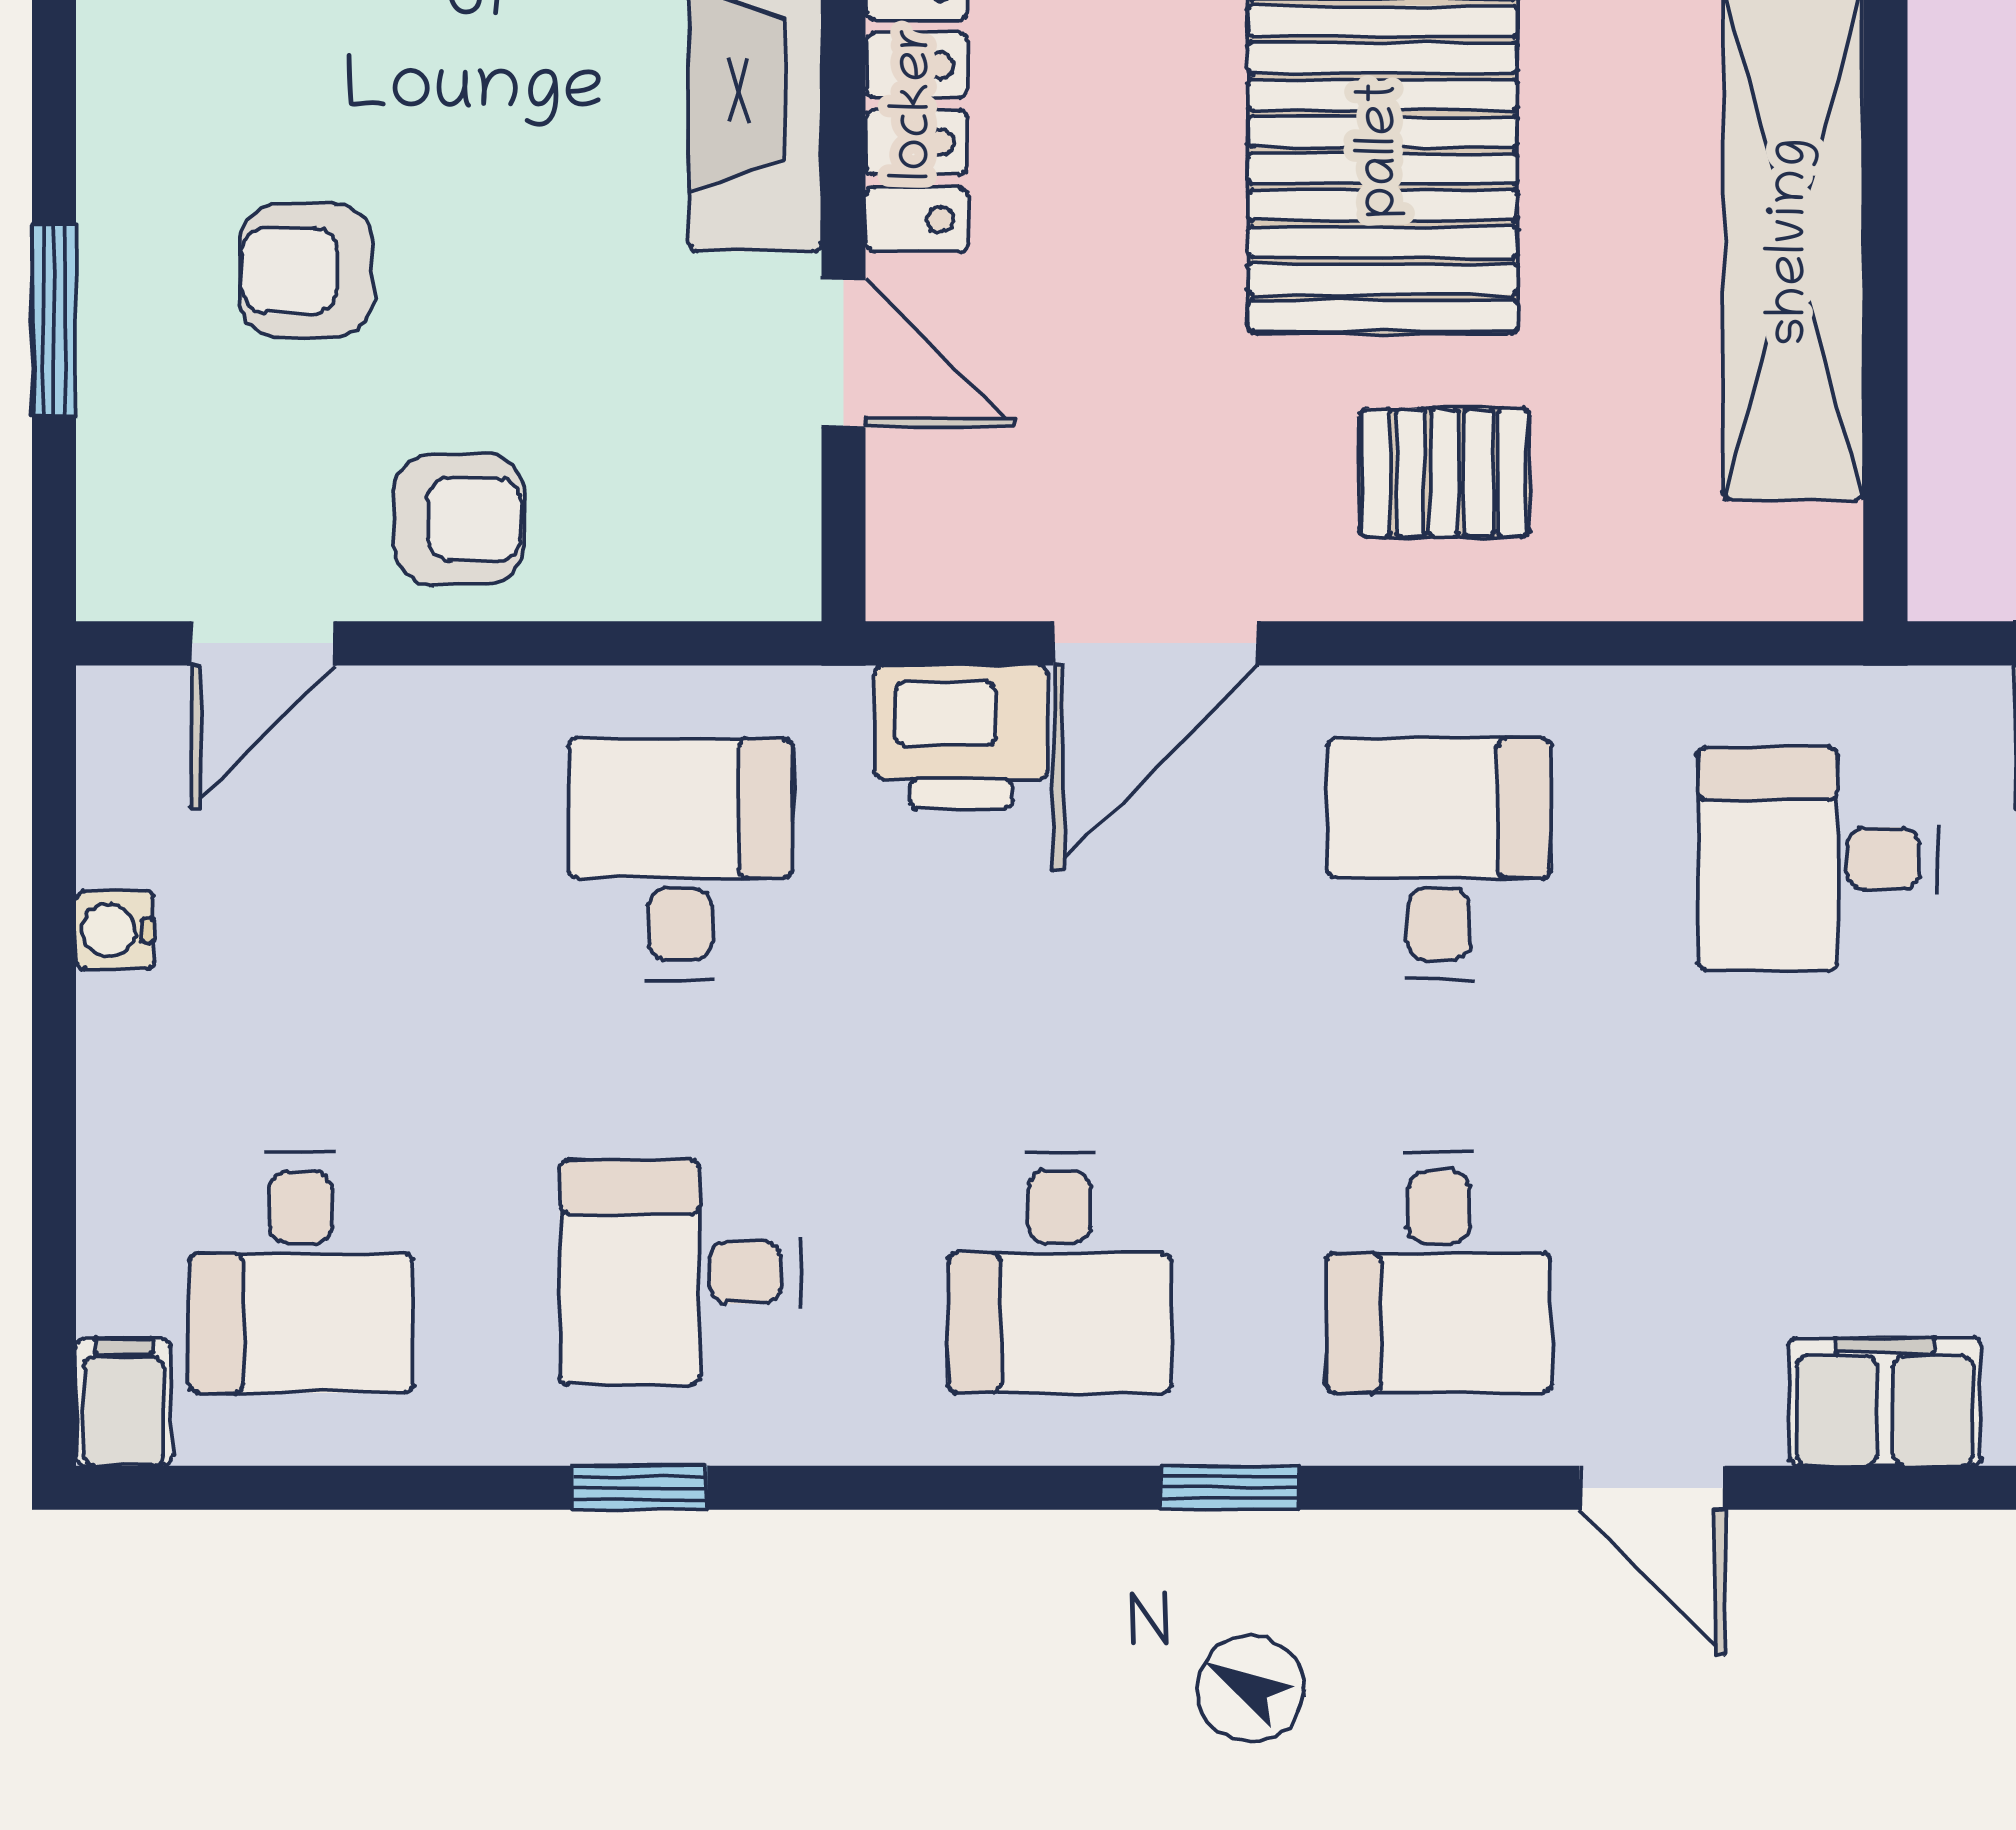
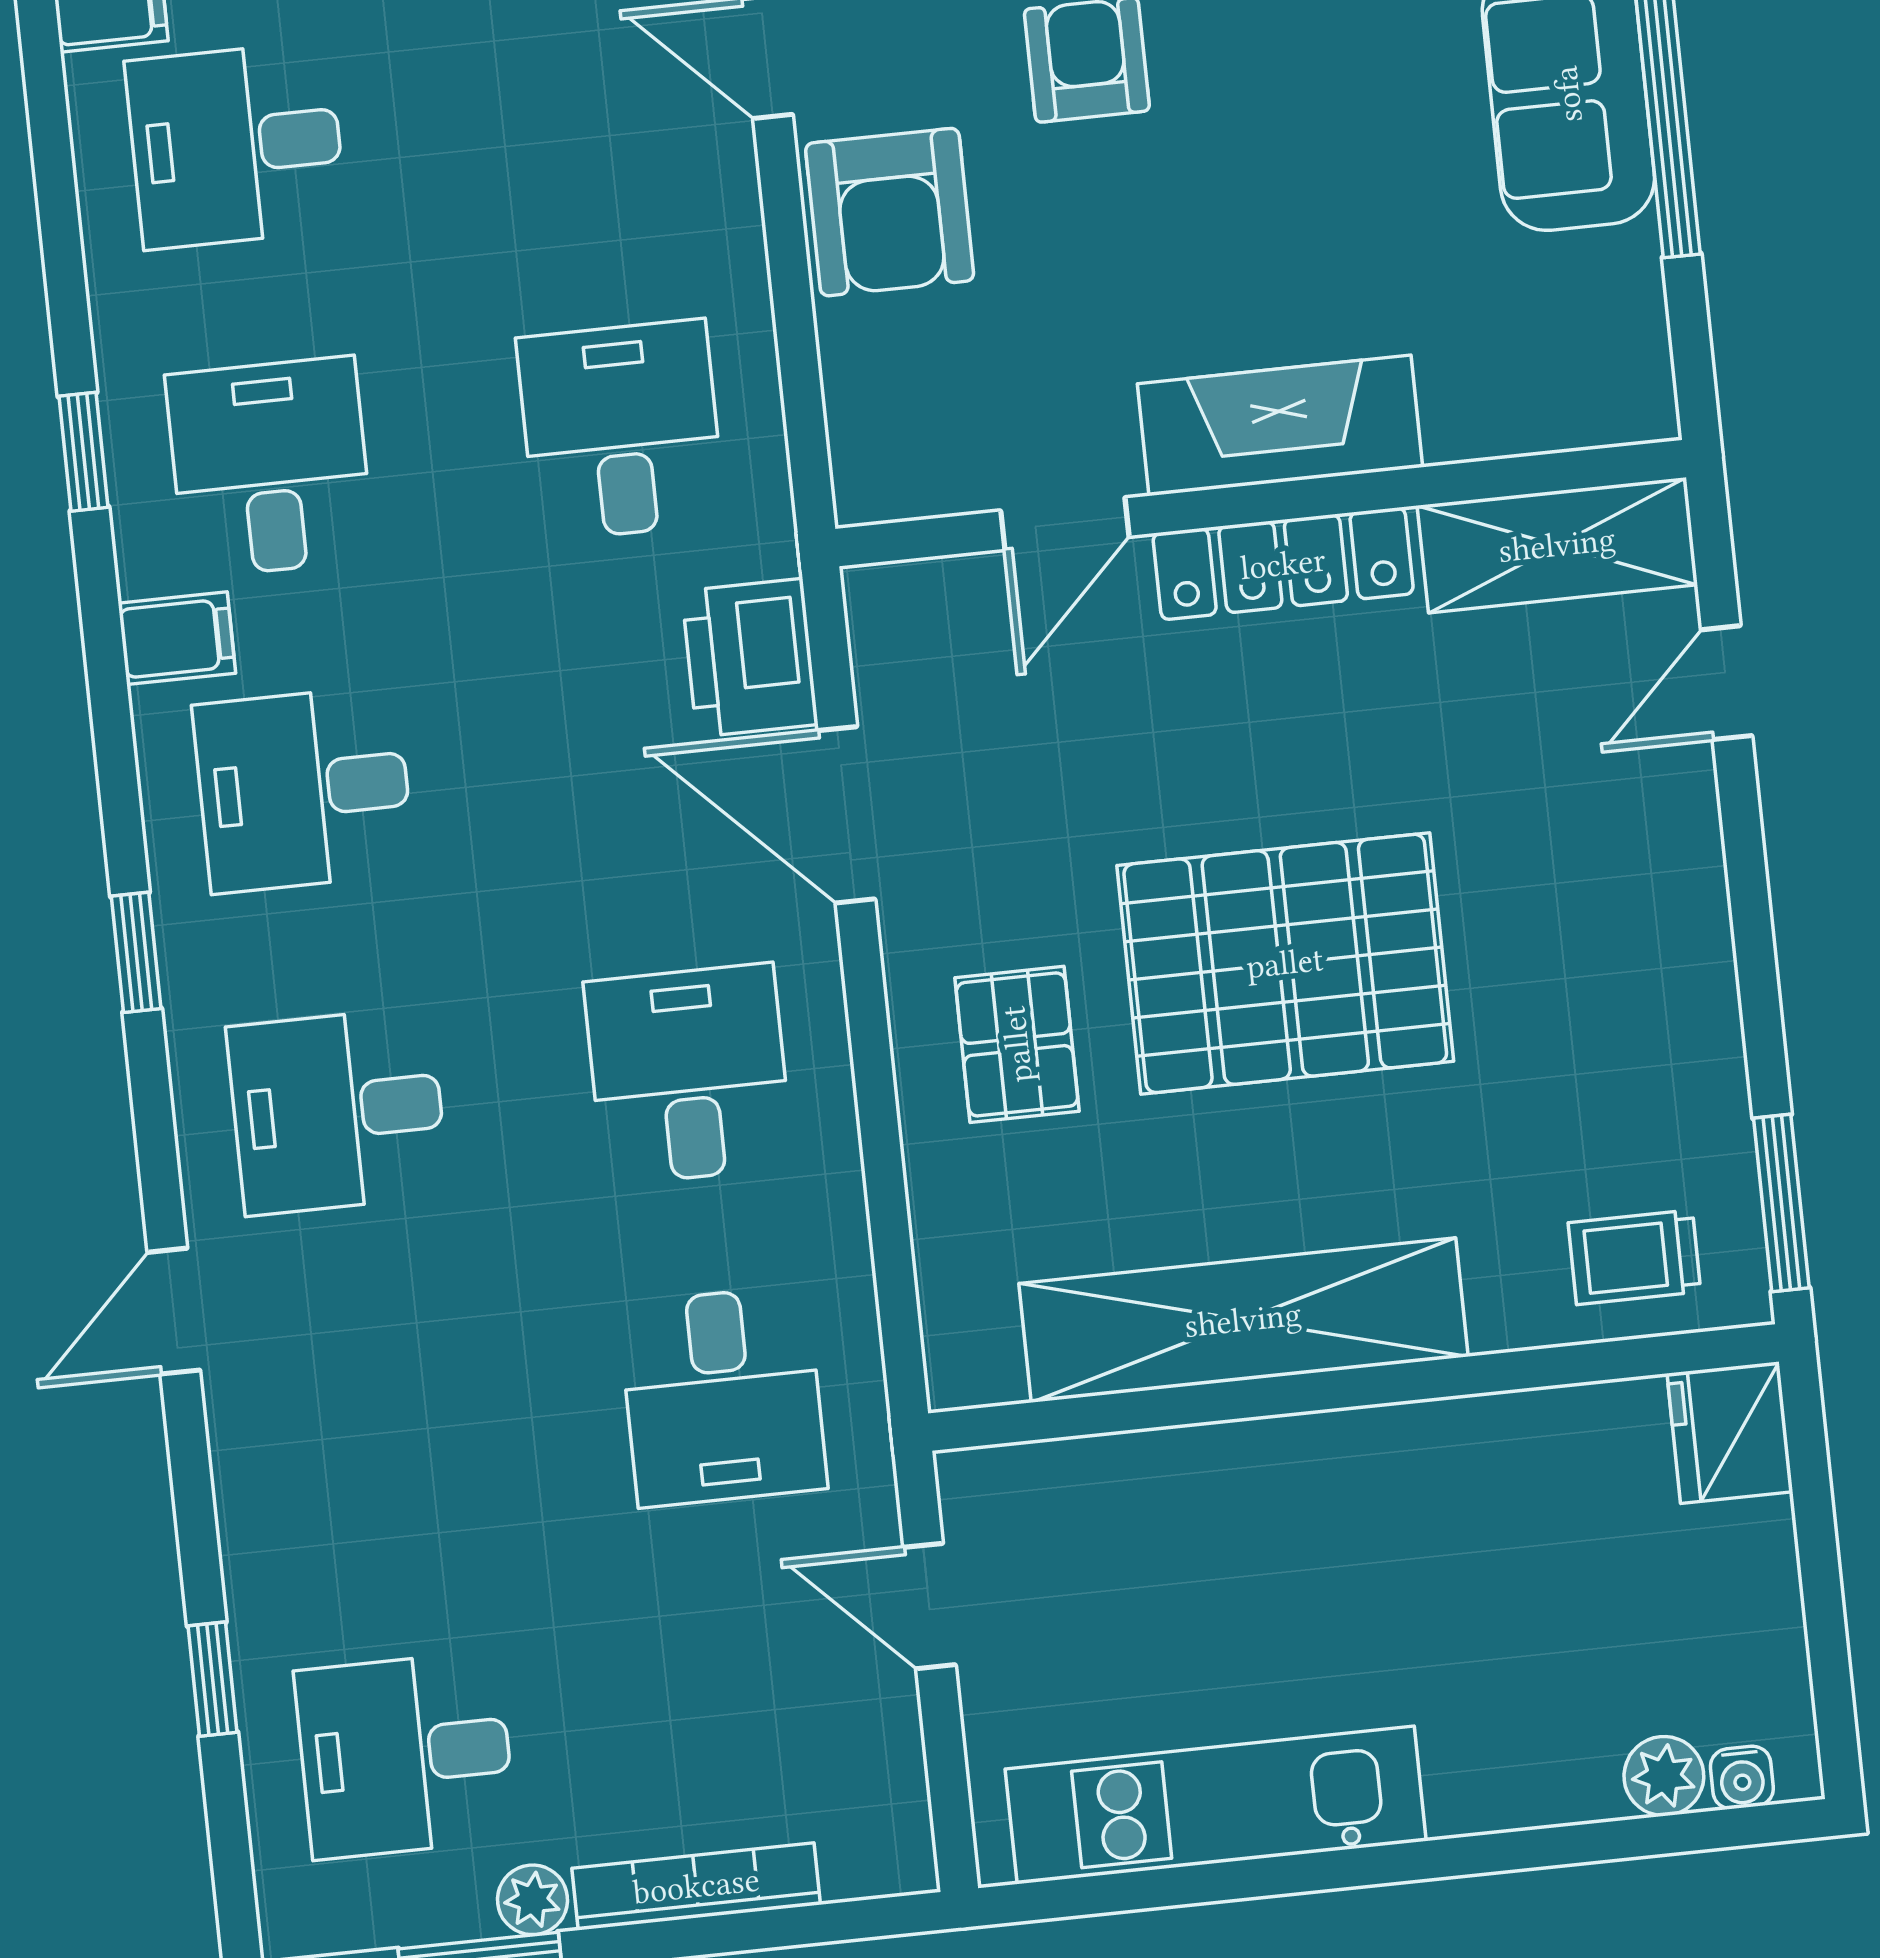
armchair: (459, 519) -> (890, 212), width x1.38, depth x1.38
desk: (680, 859) -> (621, 430), turned -90
desk: (1439, 859) -> (689, 1074), turned -90
desk: (1818, 859) -> (723, 1396), turned 180
filing cabinet: (1885, 1402) -> (177, 638), moved, width x0.50

